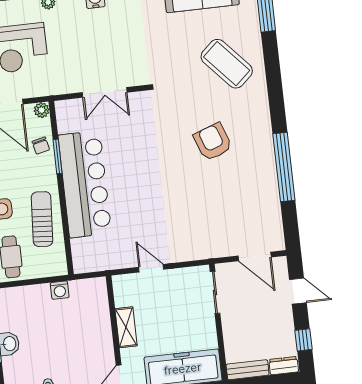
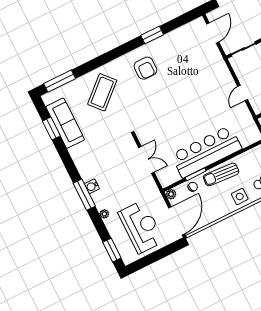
armchair: (213, 142) -> (145, 68), moved, turned -70
window: (284, 167) -> (152, 35), width x0.47
sun lounger: (42, 219) -> (221, 174), moved

